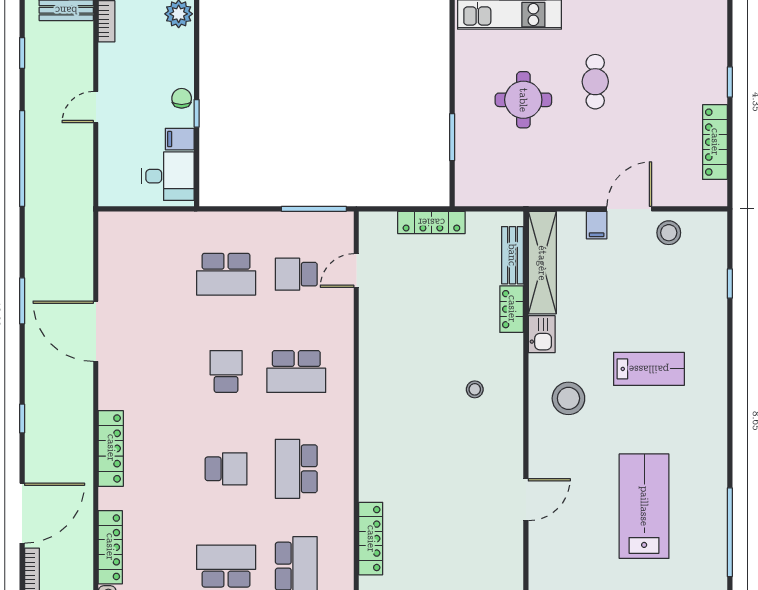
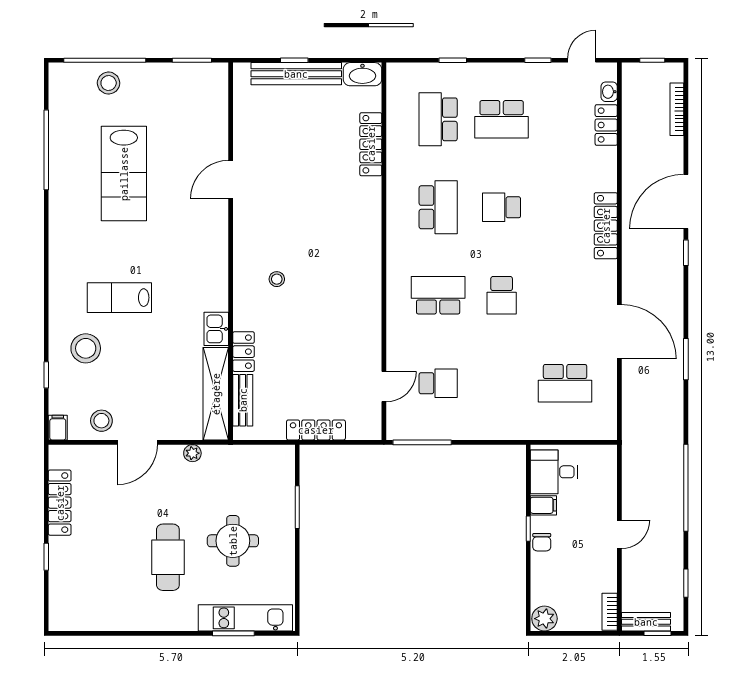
cafe table: (595, 82) -> (168, 557), width x1.37, depth x1.35
plant: (568, 197) -> (192, 453), added
filing cabinet: (597, 225) -> (58, 428), moved
school desk: (226, 274) -> (565, 383), moved, turned 180
stool: (568, 398) -> (86, 348), moved
door: (22, 513) -> (686, 201), moved
locker: (110, 547) -> (606, 125), width x0.66

